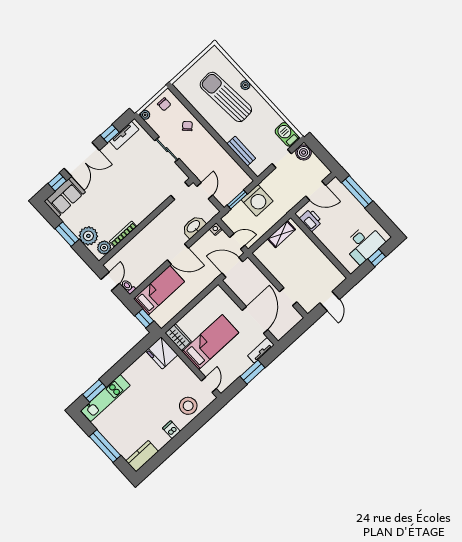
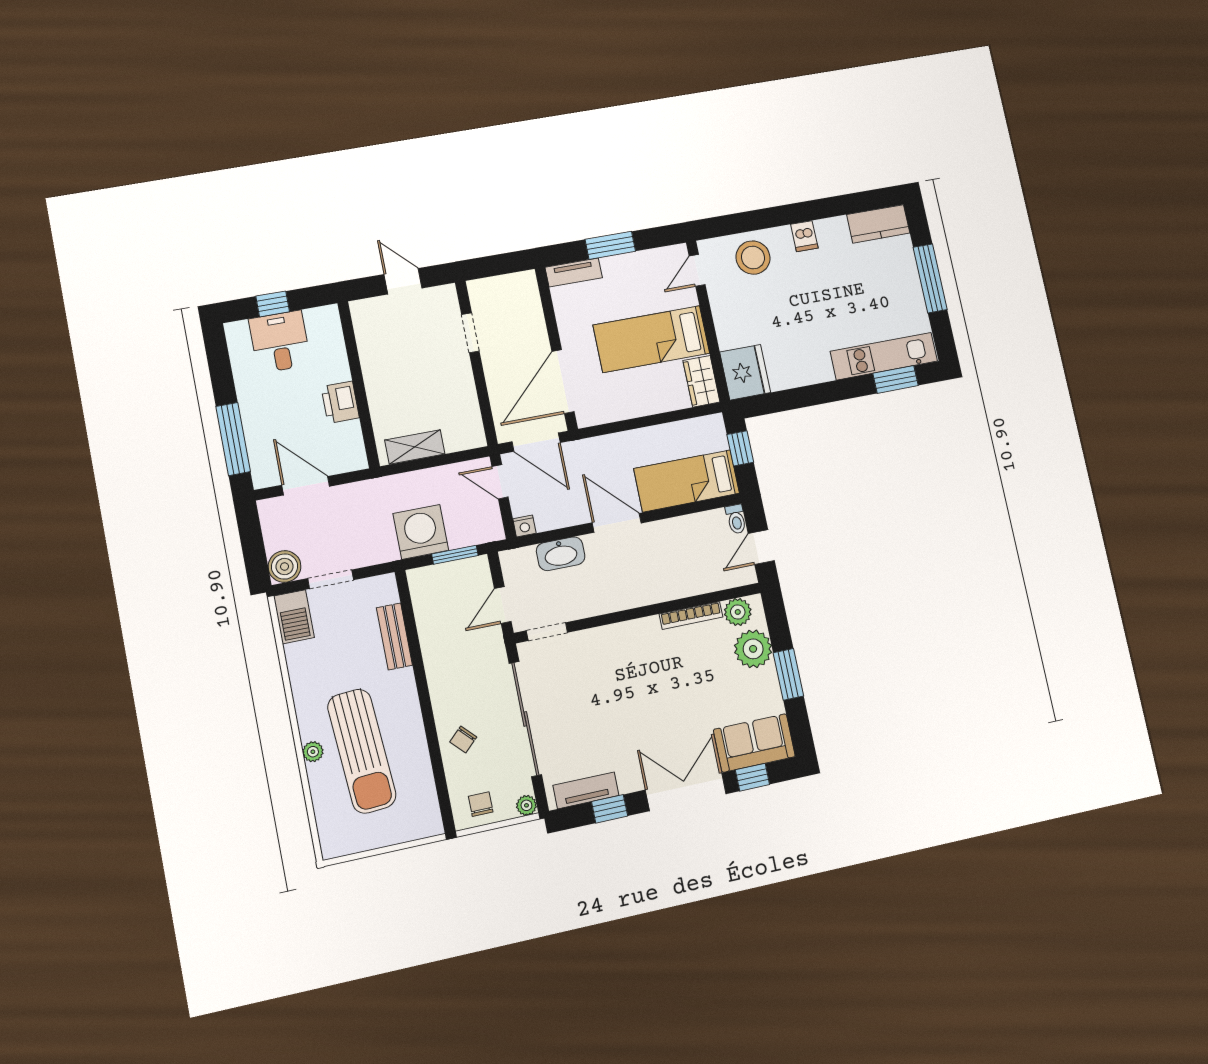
sliding door: (167, 150) -> (525, 719), width x1.86
printer: (311, 220) -> (340, 402), moved
desk: (364, 244) -> (280, 342), width x0.73
door: (330, 301) -> (403, 281), hinge flipped
door: (255, 320) -> (563, 382), moved

